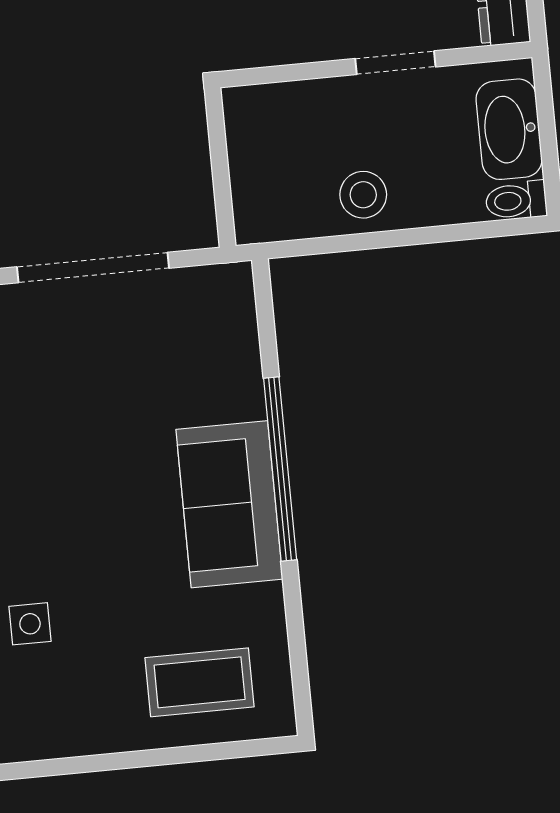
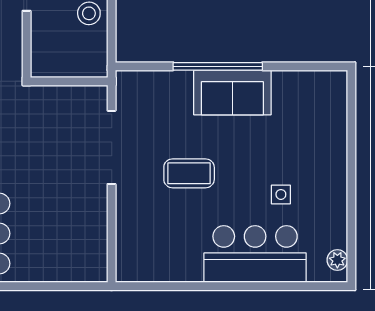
coffee table: (200, 682) -> (189, 173), moved, turned 90

